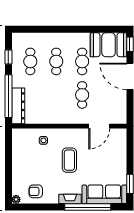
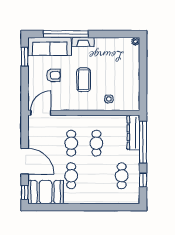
cafe table: (56, 61) -> (96, 143), moved
door: (99, 126) -> (41, 113), moved
armchair: (36, 191) -> (53, 75), moved

